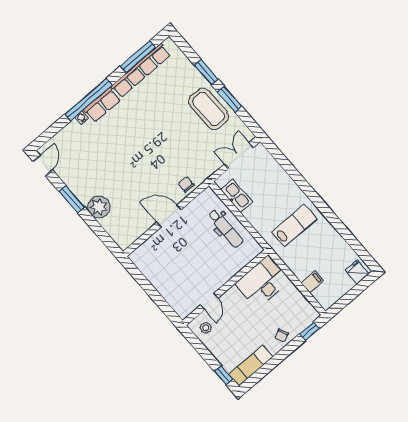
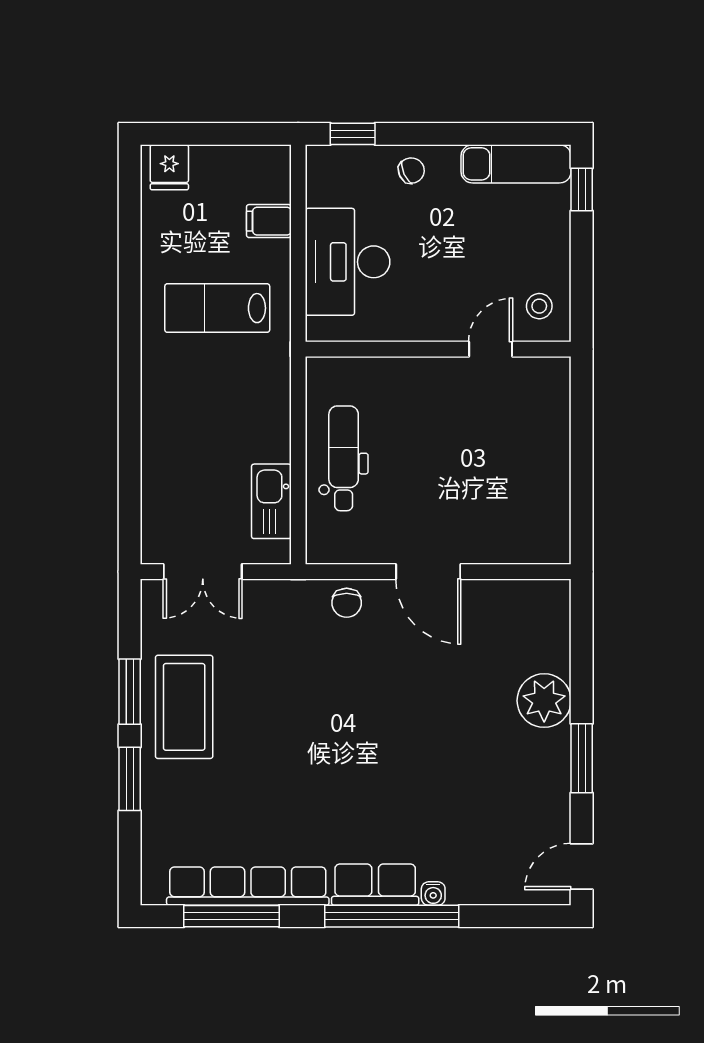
lab bench: (294, 225) -> (217, 308), moved
desk: (262, 282) -> (348, 262), moved, turned 90

